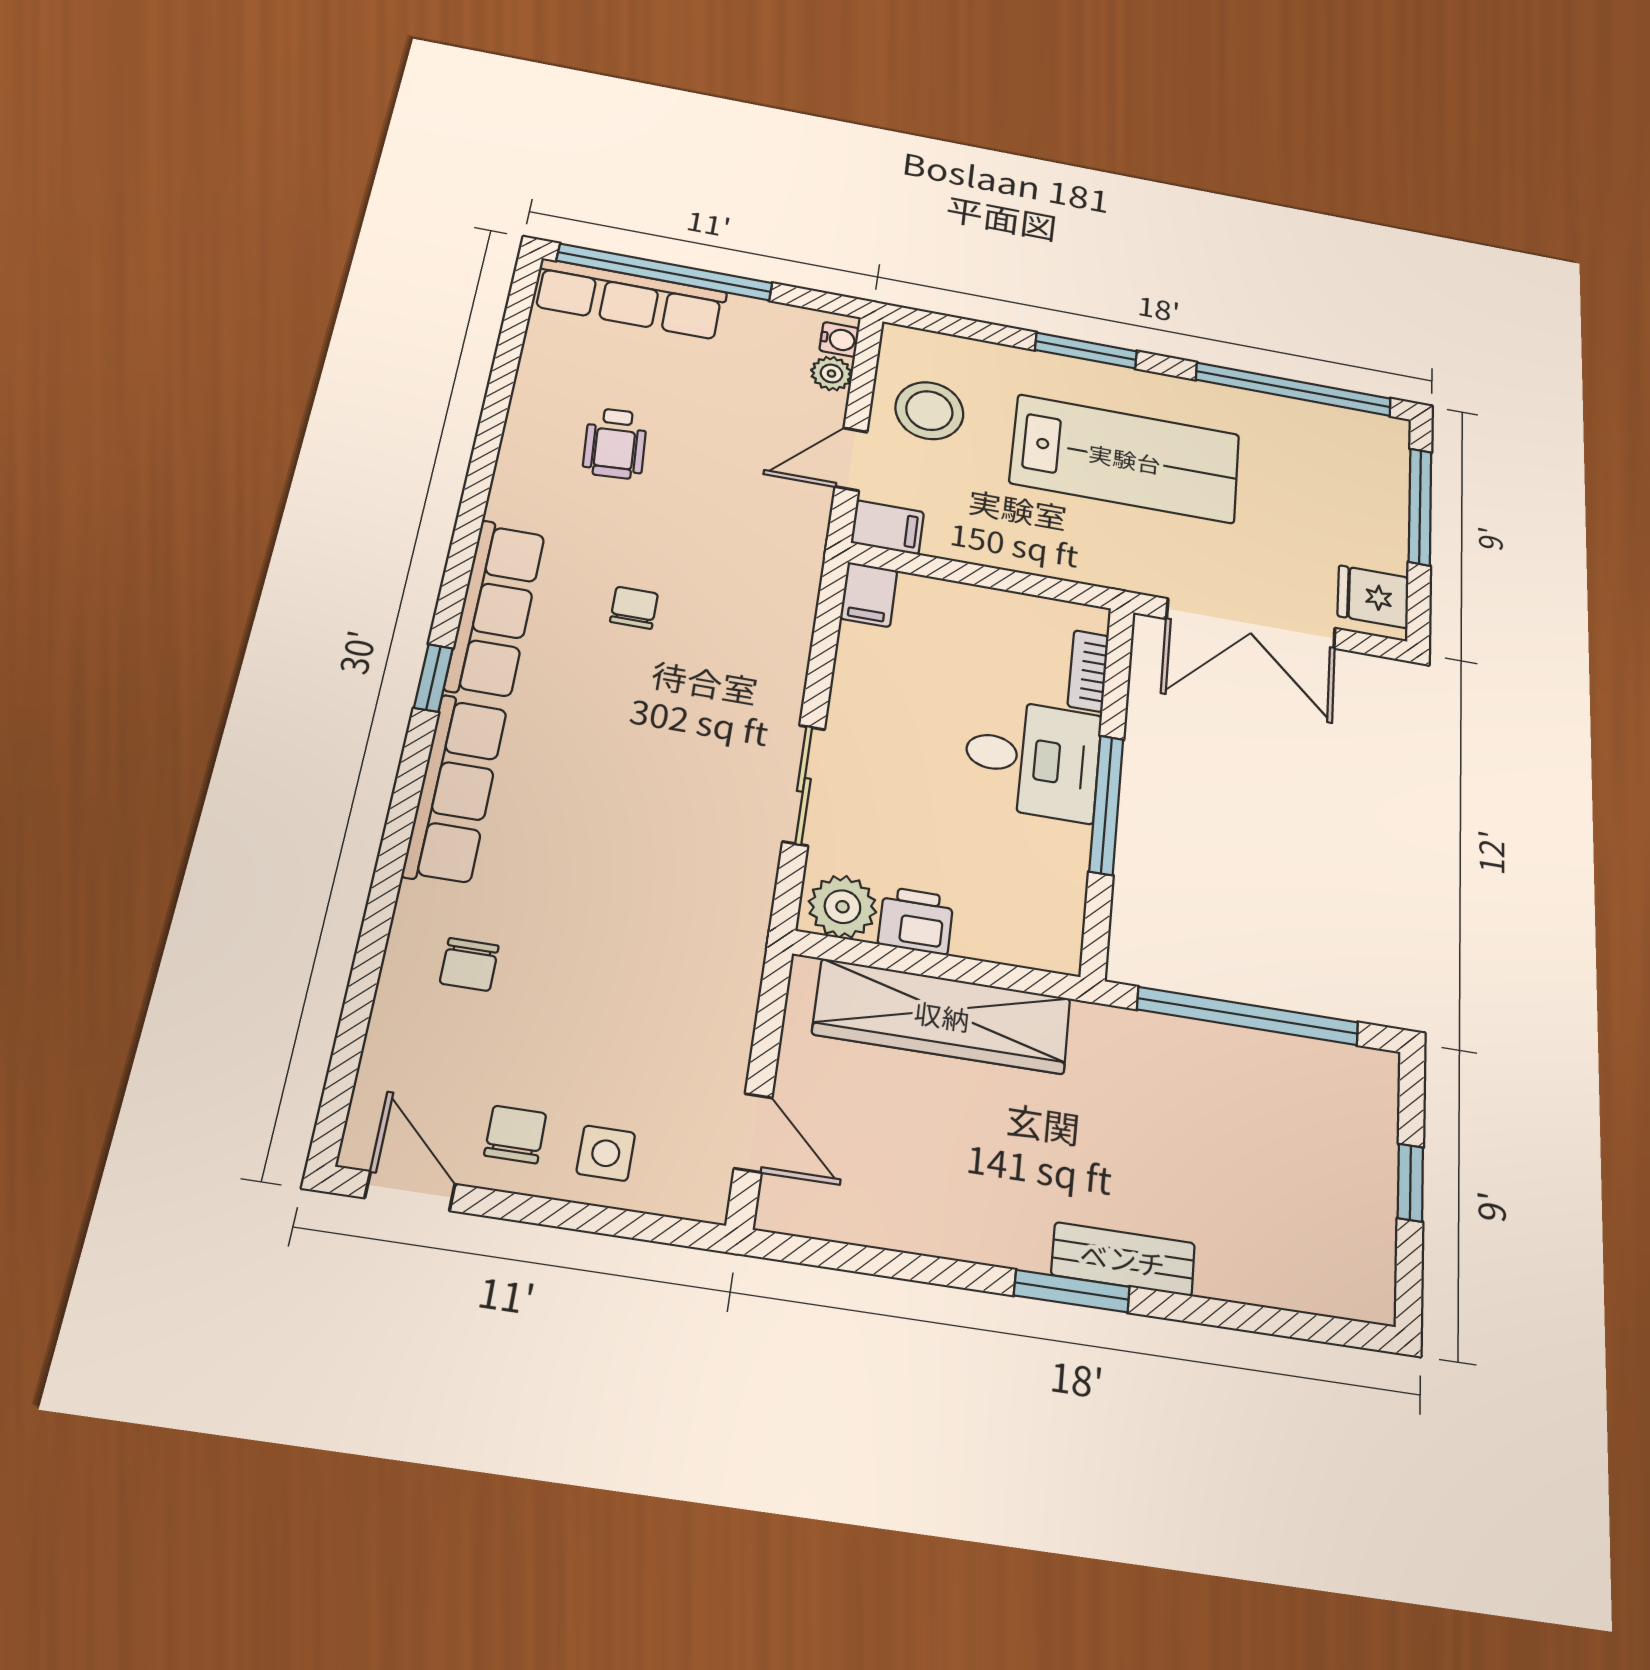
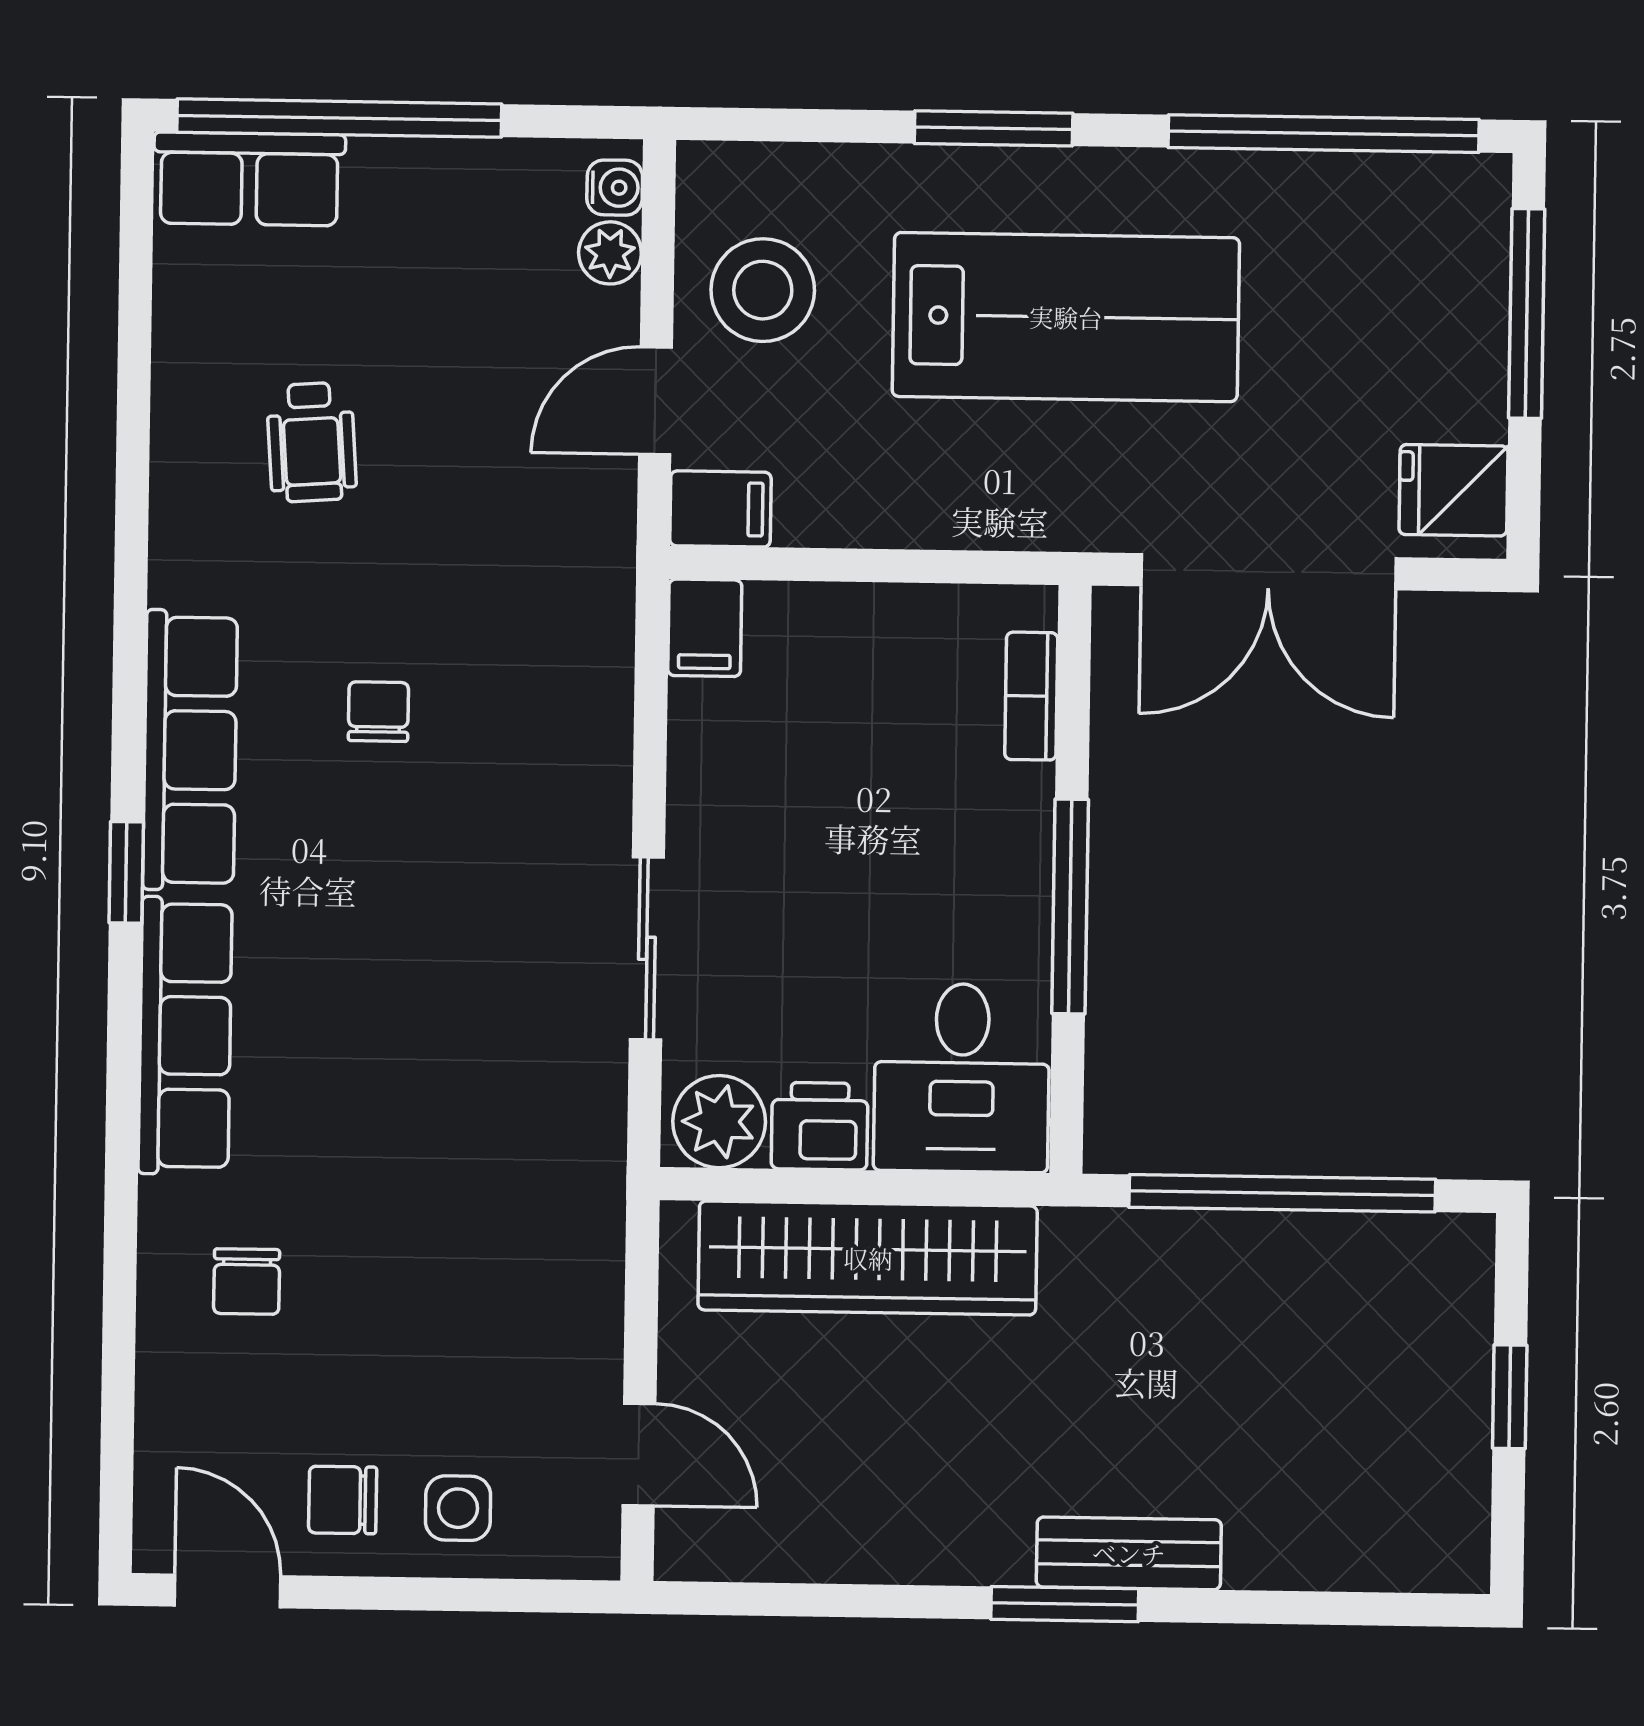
row of seats: (630, 299) -> (249, 179), width x0.68
desk: (1032, 759) -> (962, 1078), moved, turned 90
chair: (515, 1134) -> (343, 1500), turned -90

